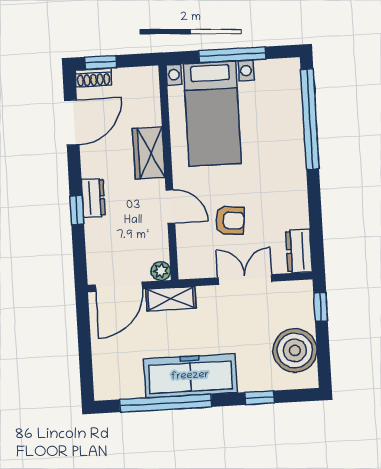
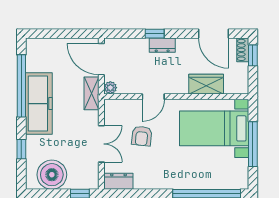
wardrobe: (149, 153) -> (206, 84), moved

